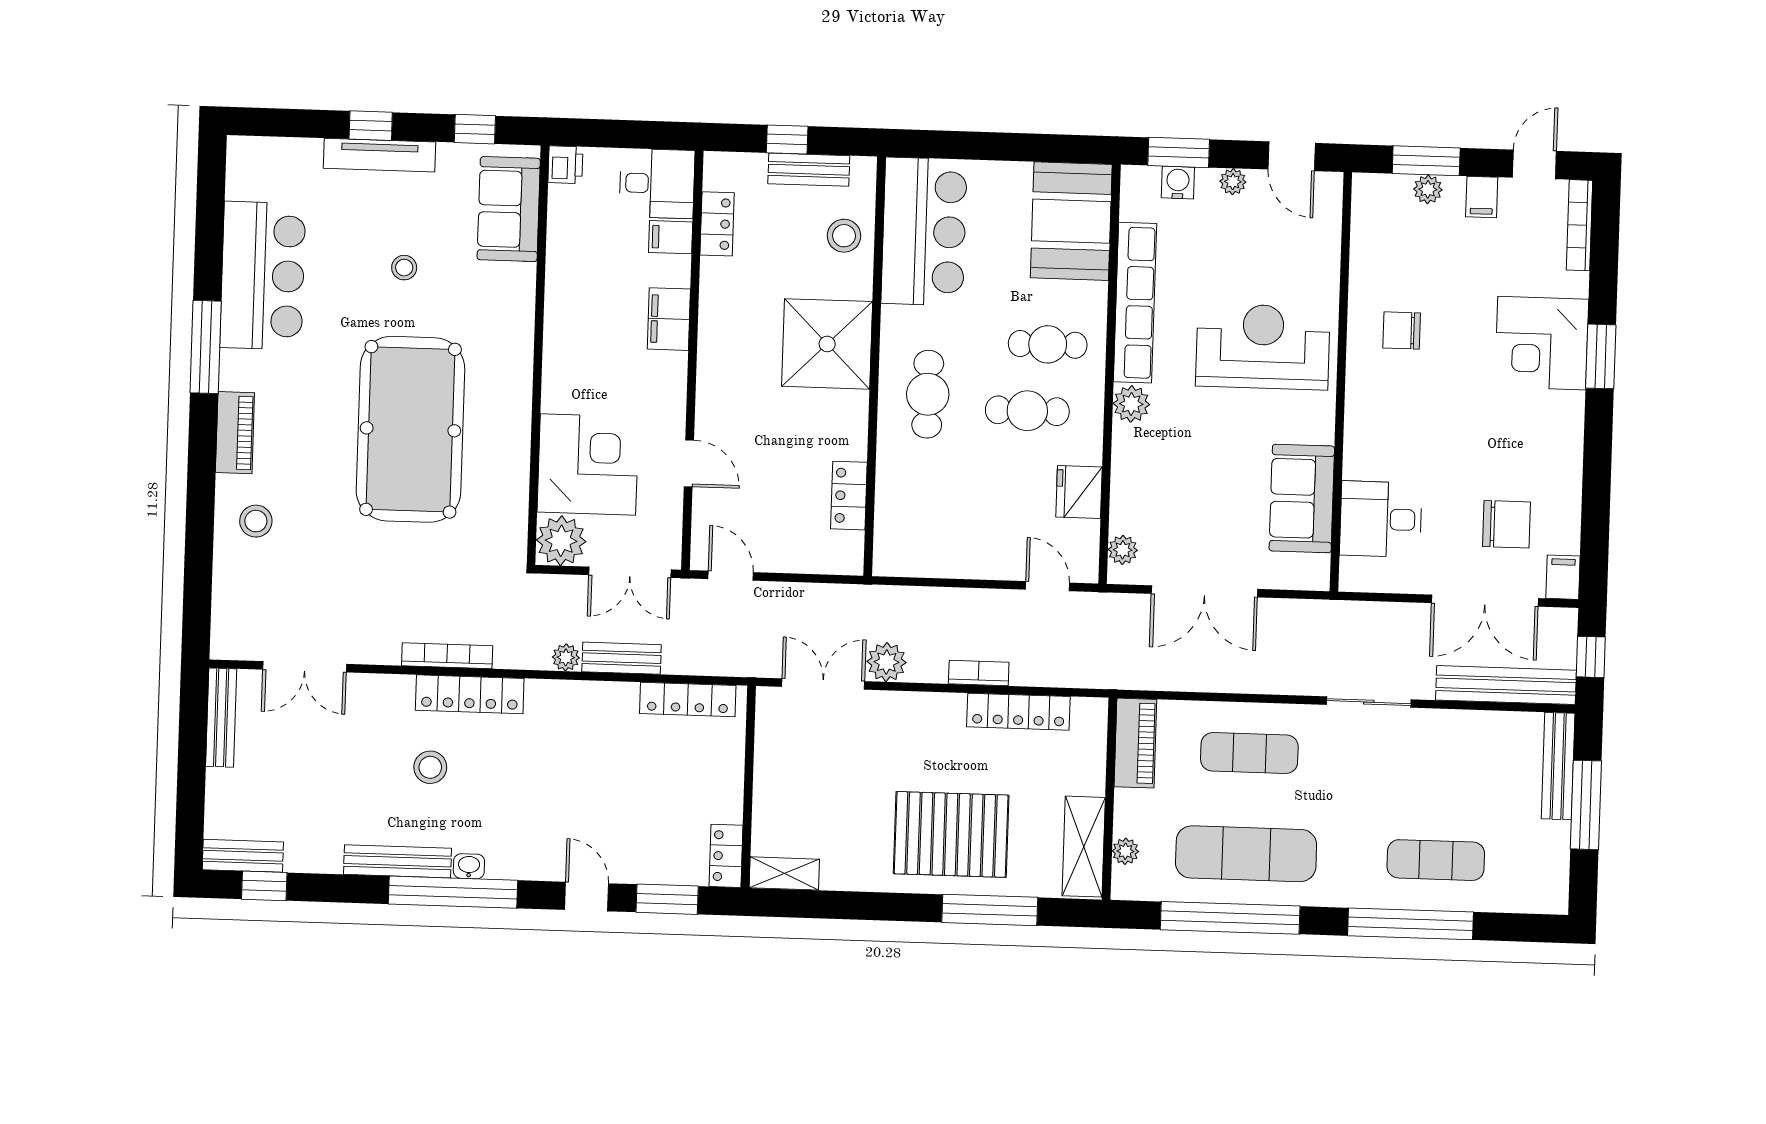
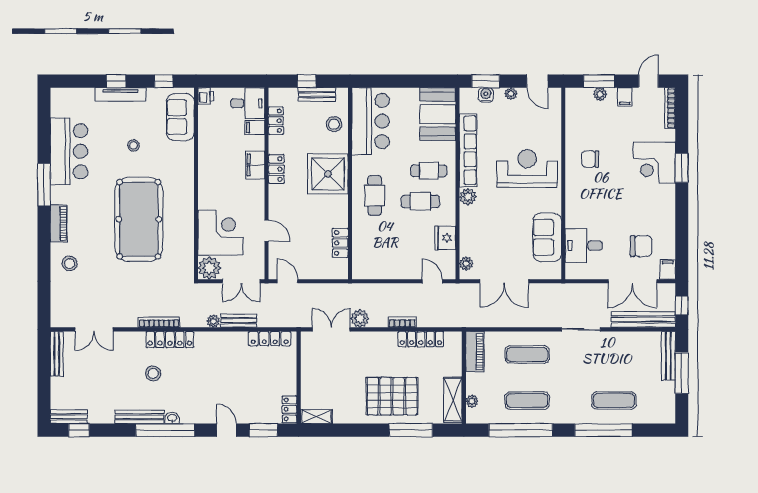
locker: (715, 330) -> (276, 169), added
exercise mat: (1246, 854) -> (527, 401), width x0.73, depth x0.69

